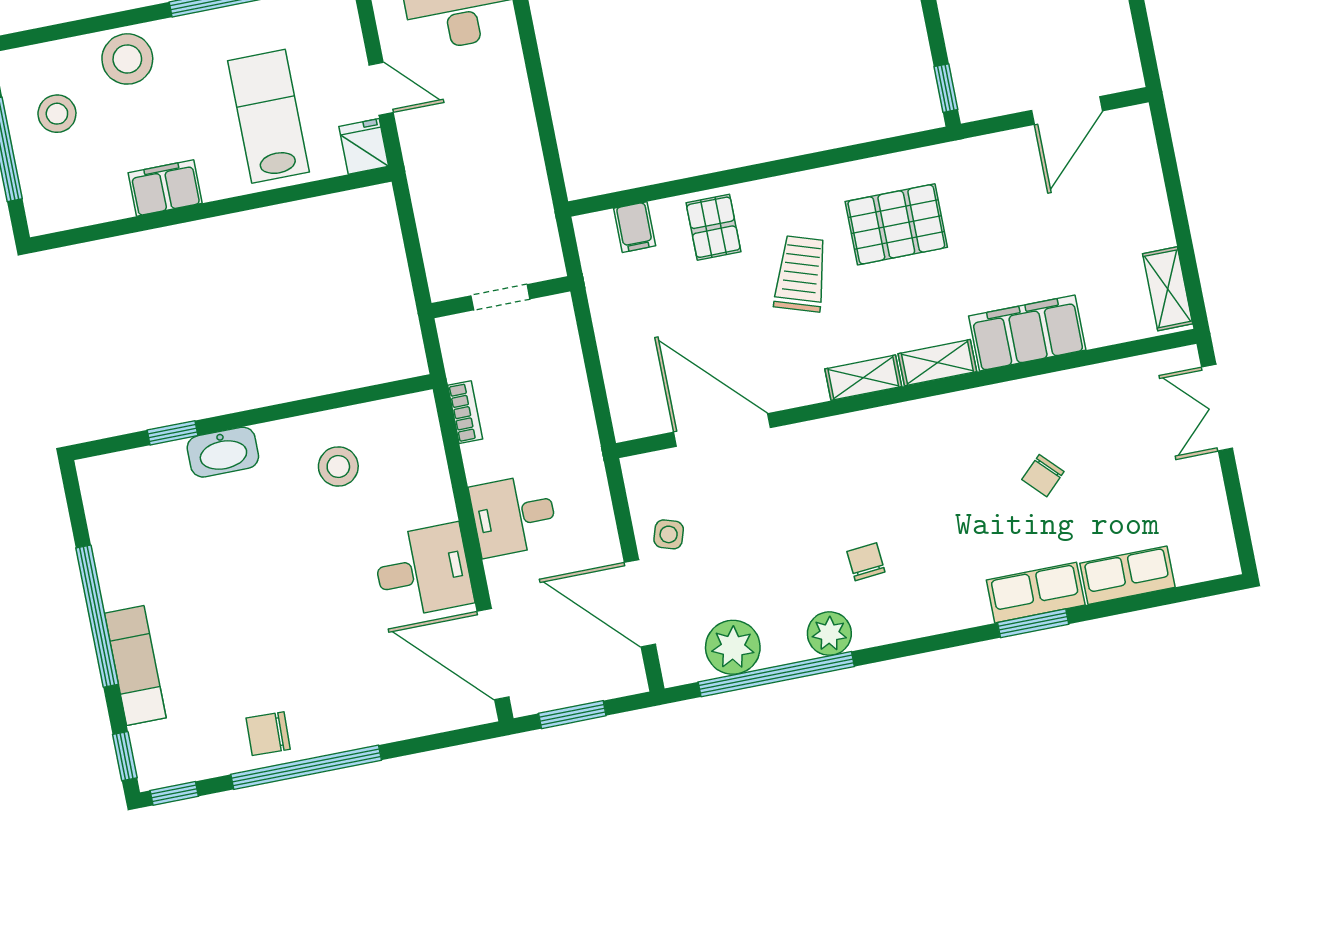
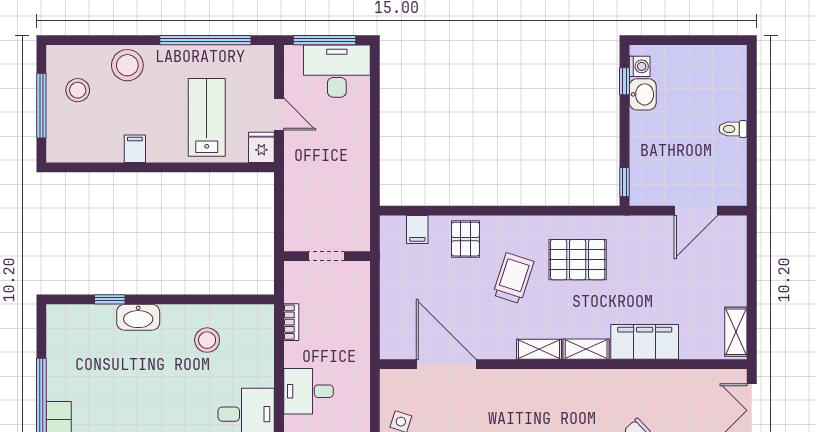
filing cabinet: (165, 188) -> (135, 149), width x0.50

